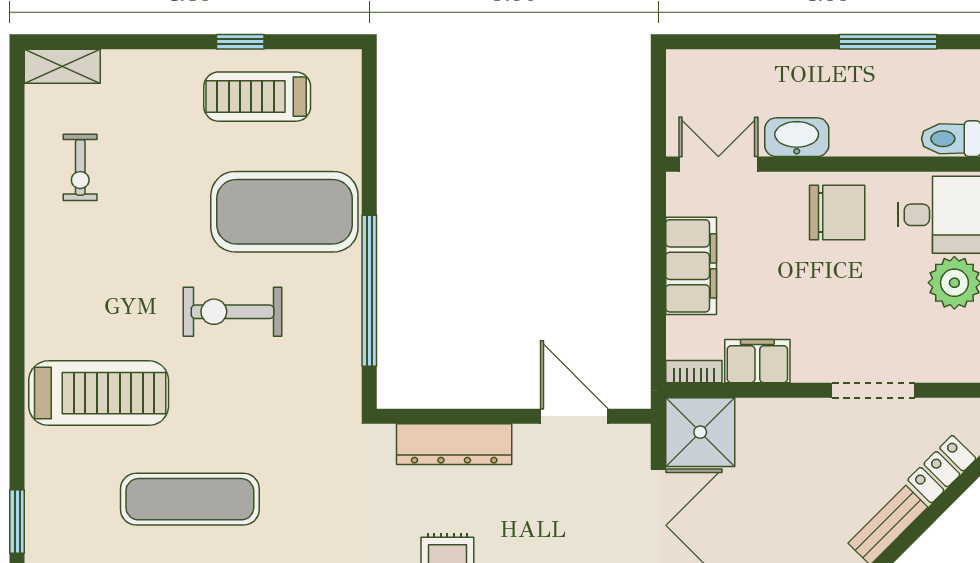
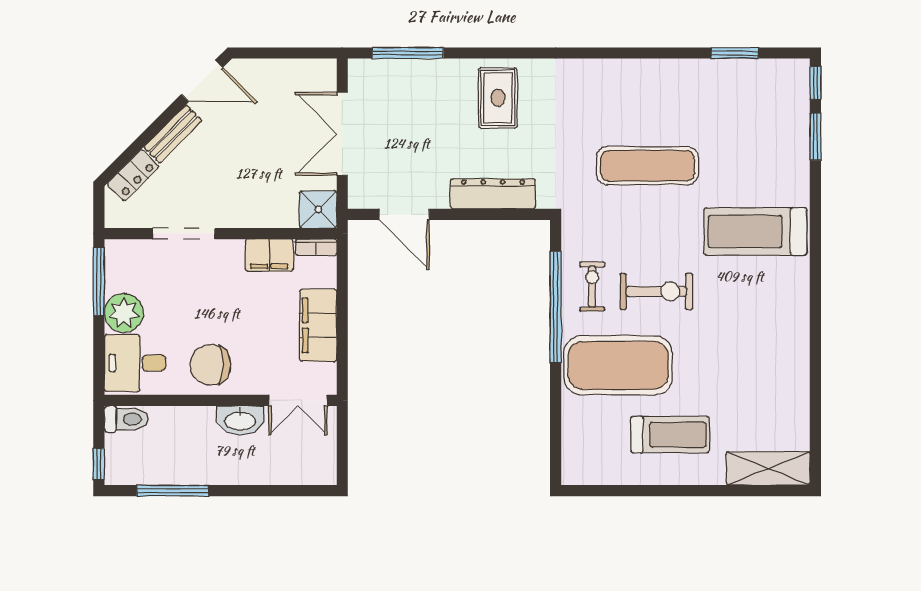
window: (240, 42) -> (651, 491), removed
shelving: (62, 66) -> (768, 468), width x1.50, depth x1.33
treadmill: (257, 97) -> (670, 435), moved
exercise bike: (80, 167) -> (592, 287), moved
shower: (700, 432) -> (318, 209), width x0.73, depth x0.73
exercise mat: (190, 499) -> (647, 166), moved

